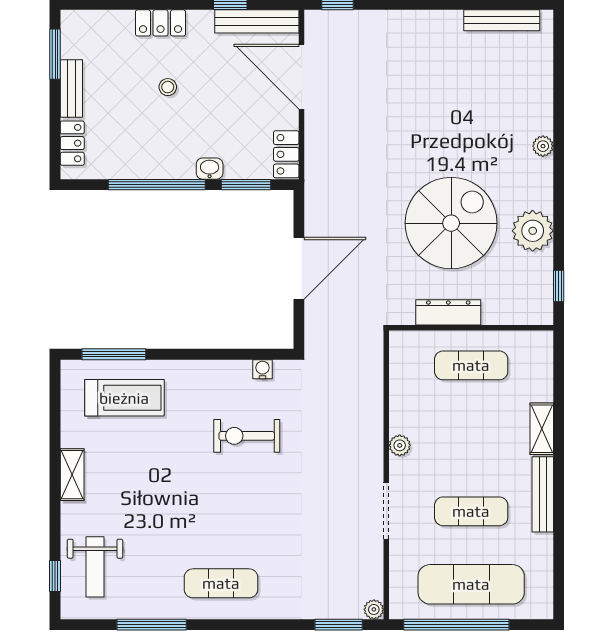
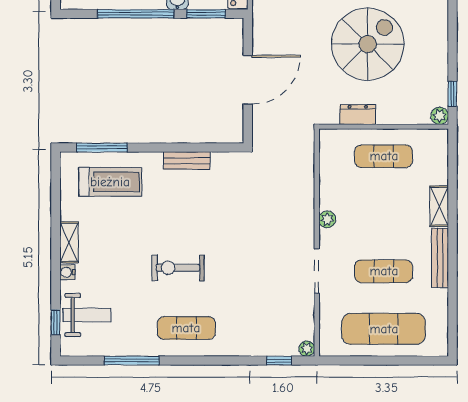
plant: (533, 231) -> (440, 116), moved, width x0.53, depth x0.53
dresser: (448, 312) -> (358, 115), width x0.70
water cooler: (262, 369) -> (67, 272), moved, turned -90
bench: (221, 371) -> (187, 161), added
exercise bike: (247, 436) -> (178, 268), moved
weight bench: (95, 567) -> (87, 315), turned -90
window: (339, 625) -> (279, 361), width x0.67
window: (456, 625) -> (372, 361), removed

